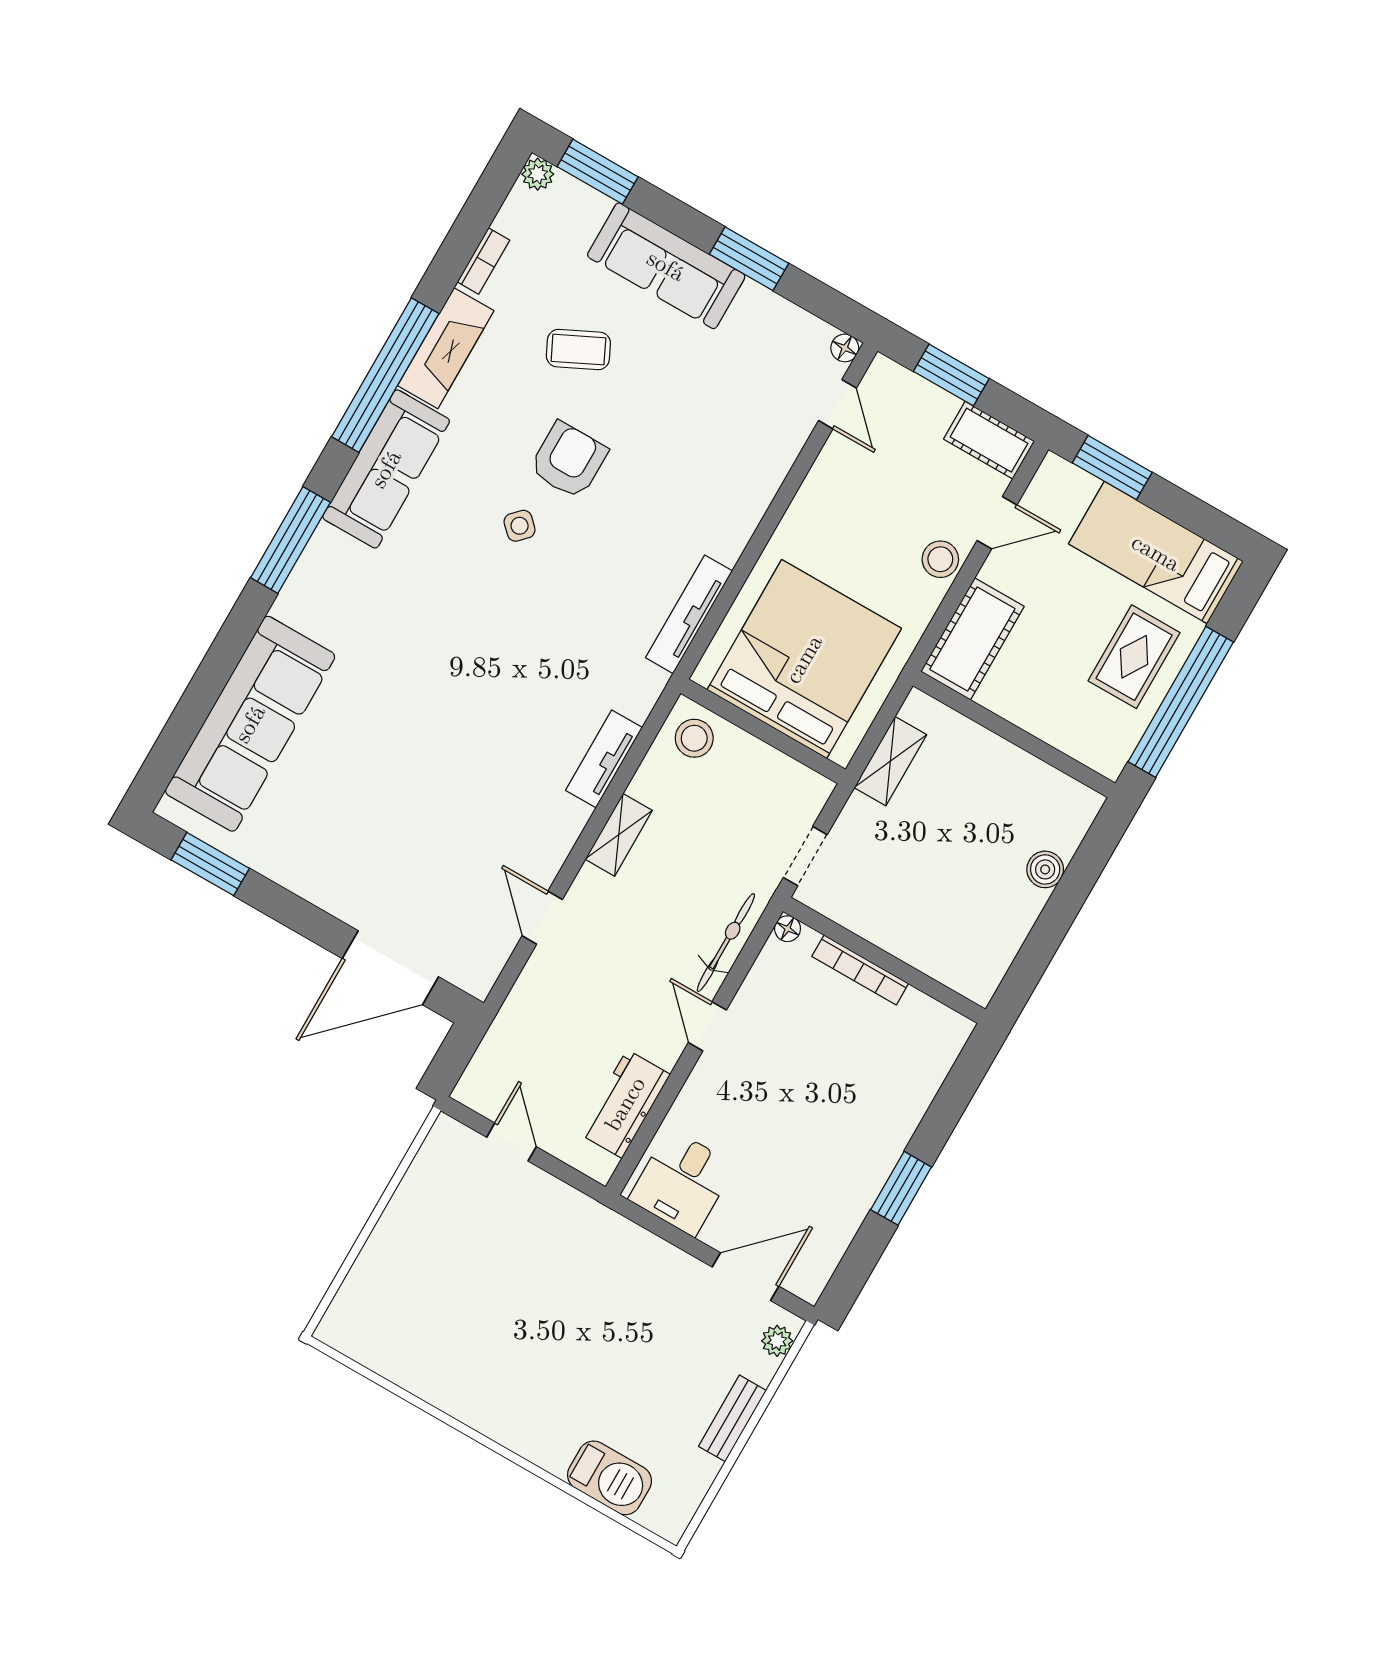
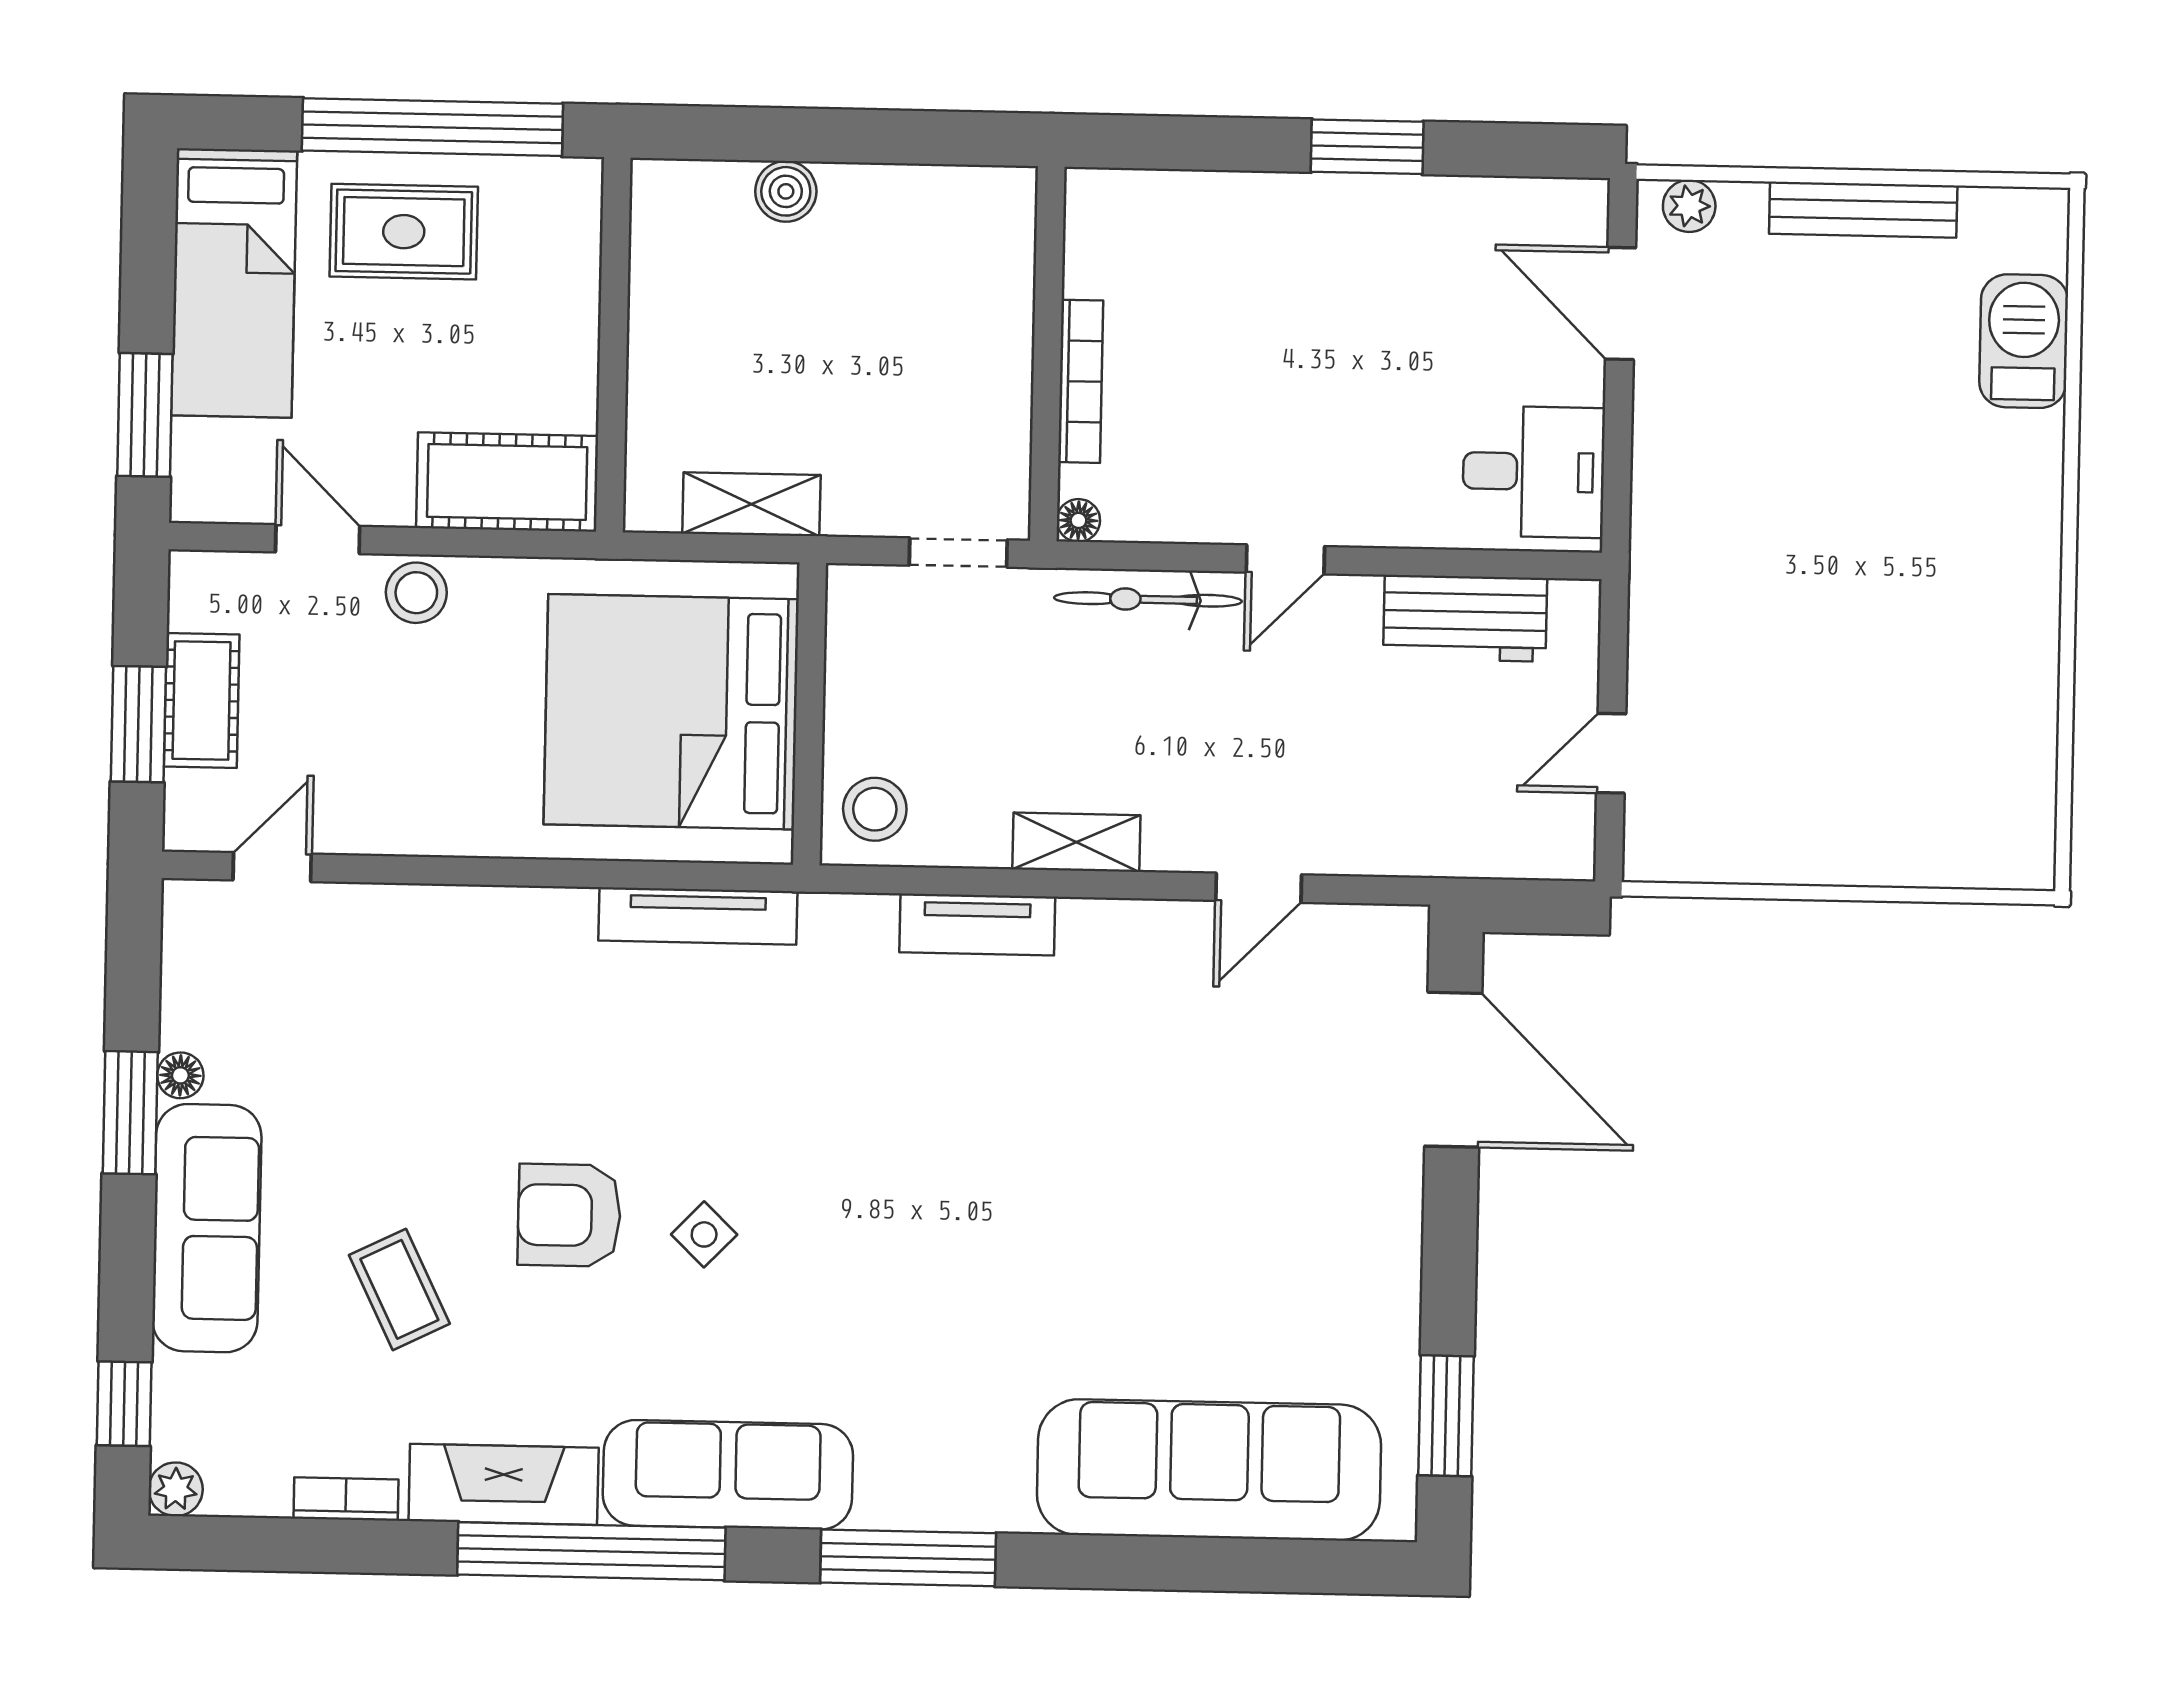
window: (598, 172) -> (124, 1404), width x0.67
floor lamp: (845, 348) -> (180, 1075), moved
cot: (989, 440) -> (202, 701), moved
bench: (732, 1418) -> (1863, 210), width x1.36

